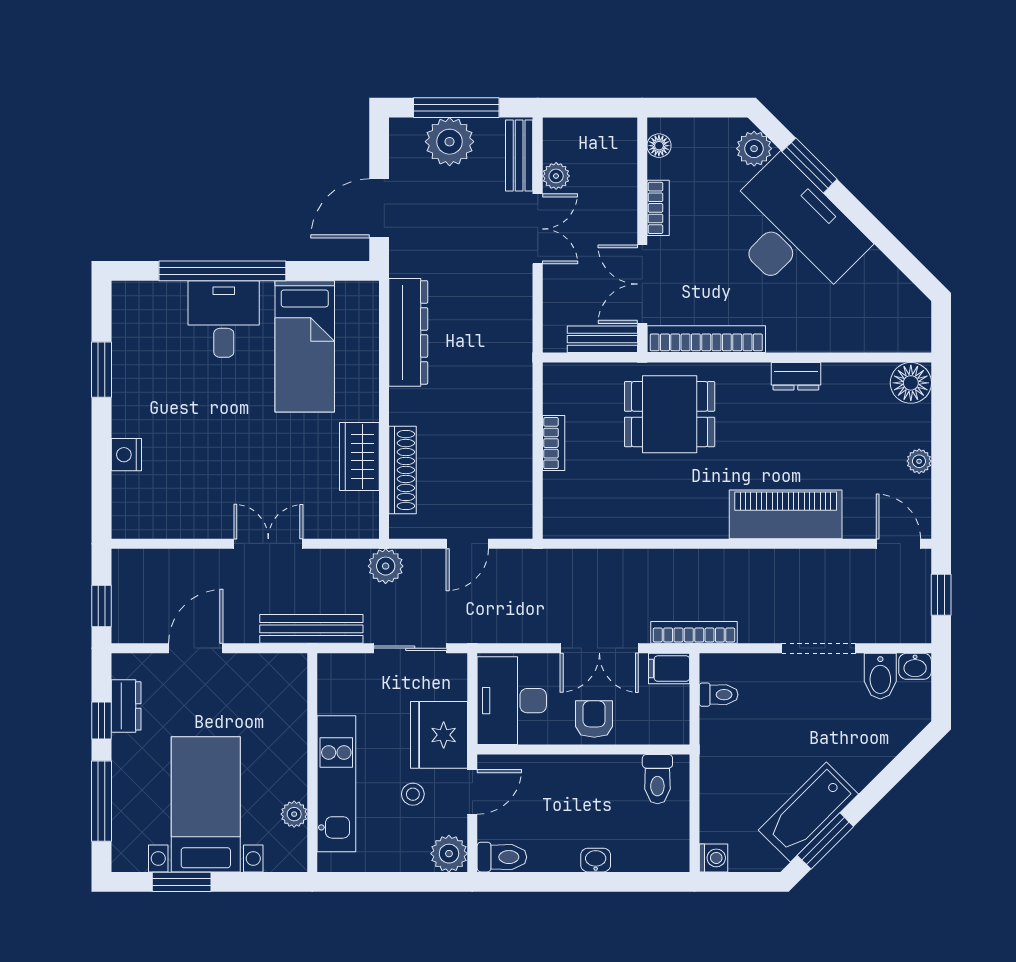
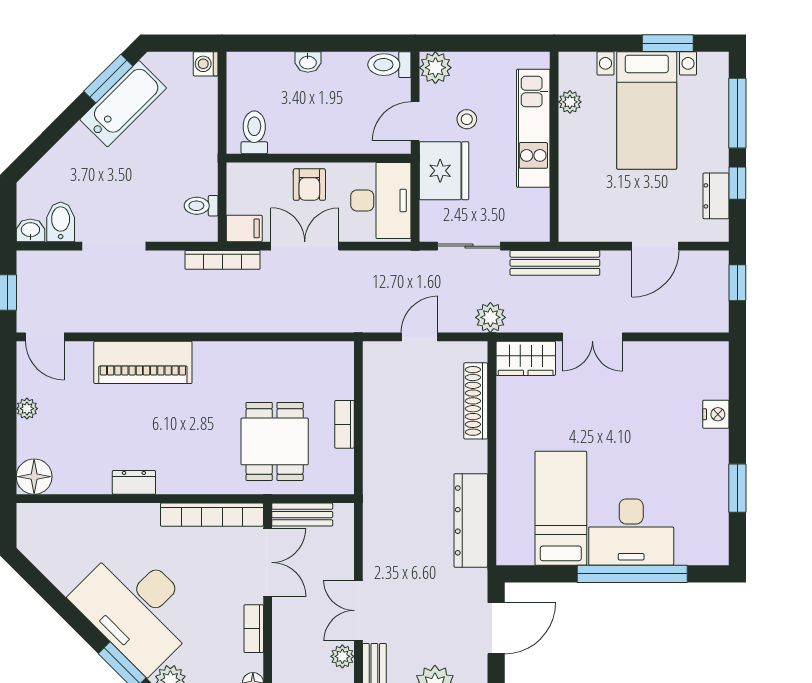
desk: (224, 319) -> (631, 532), width x1.37
dining table: (670, 414) -> (275, 441), moved, turned 90
wardrobe: (359, 457) -> (526, 358), moved, turned 90

